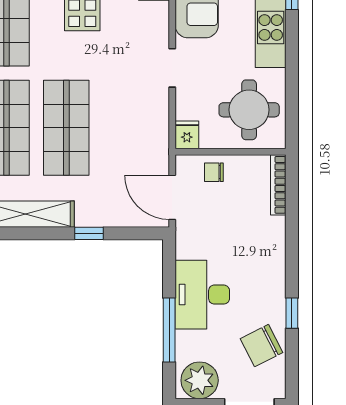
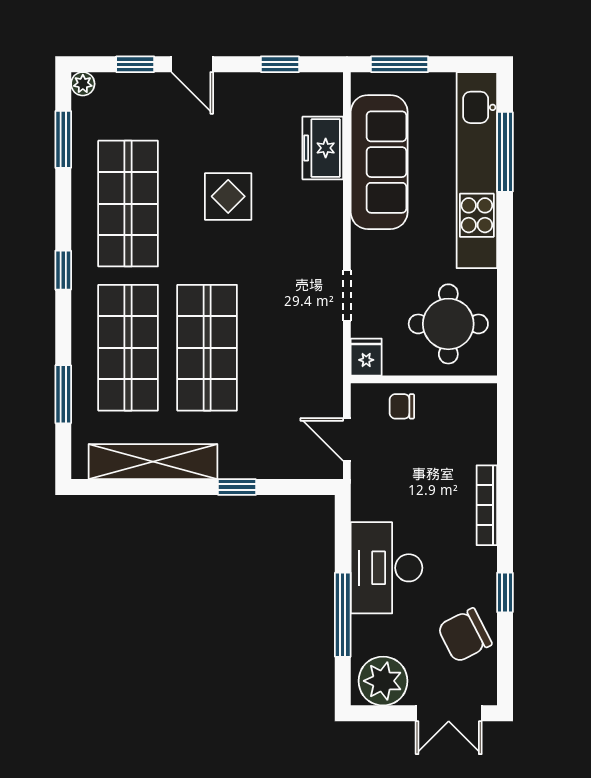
doorway: (172, 68) -> (347, 295), moved
bookcase: (278, 185) -> (487, 505), moved
door: (172, 197) -> (347, 439), width x0.73

